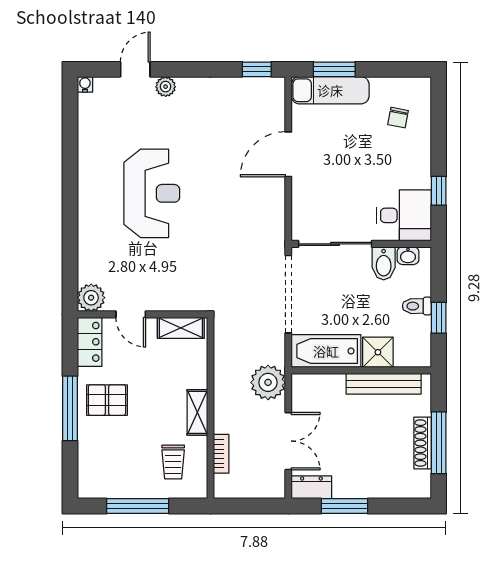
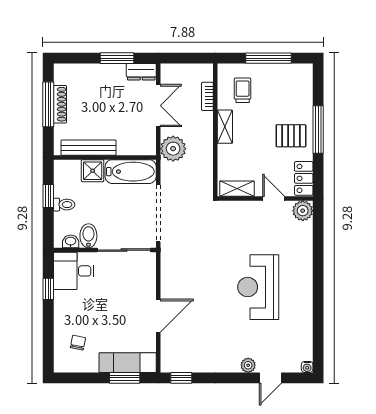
double door: (288, 441) -> (158, 106), swing flipped

